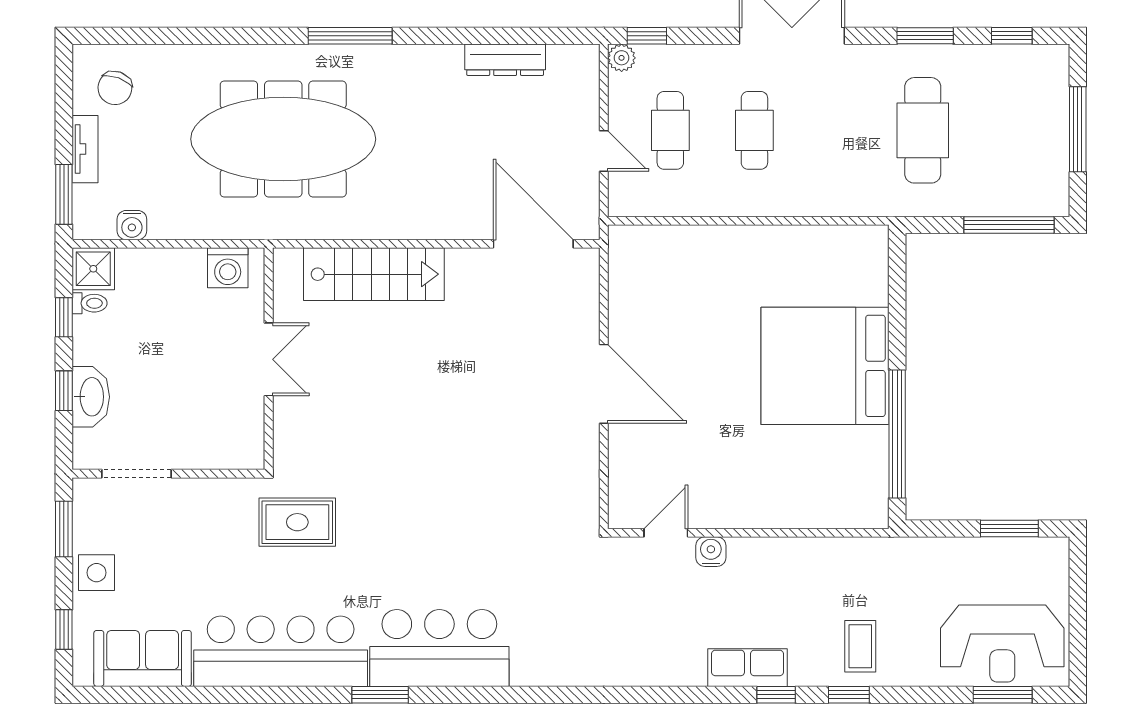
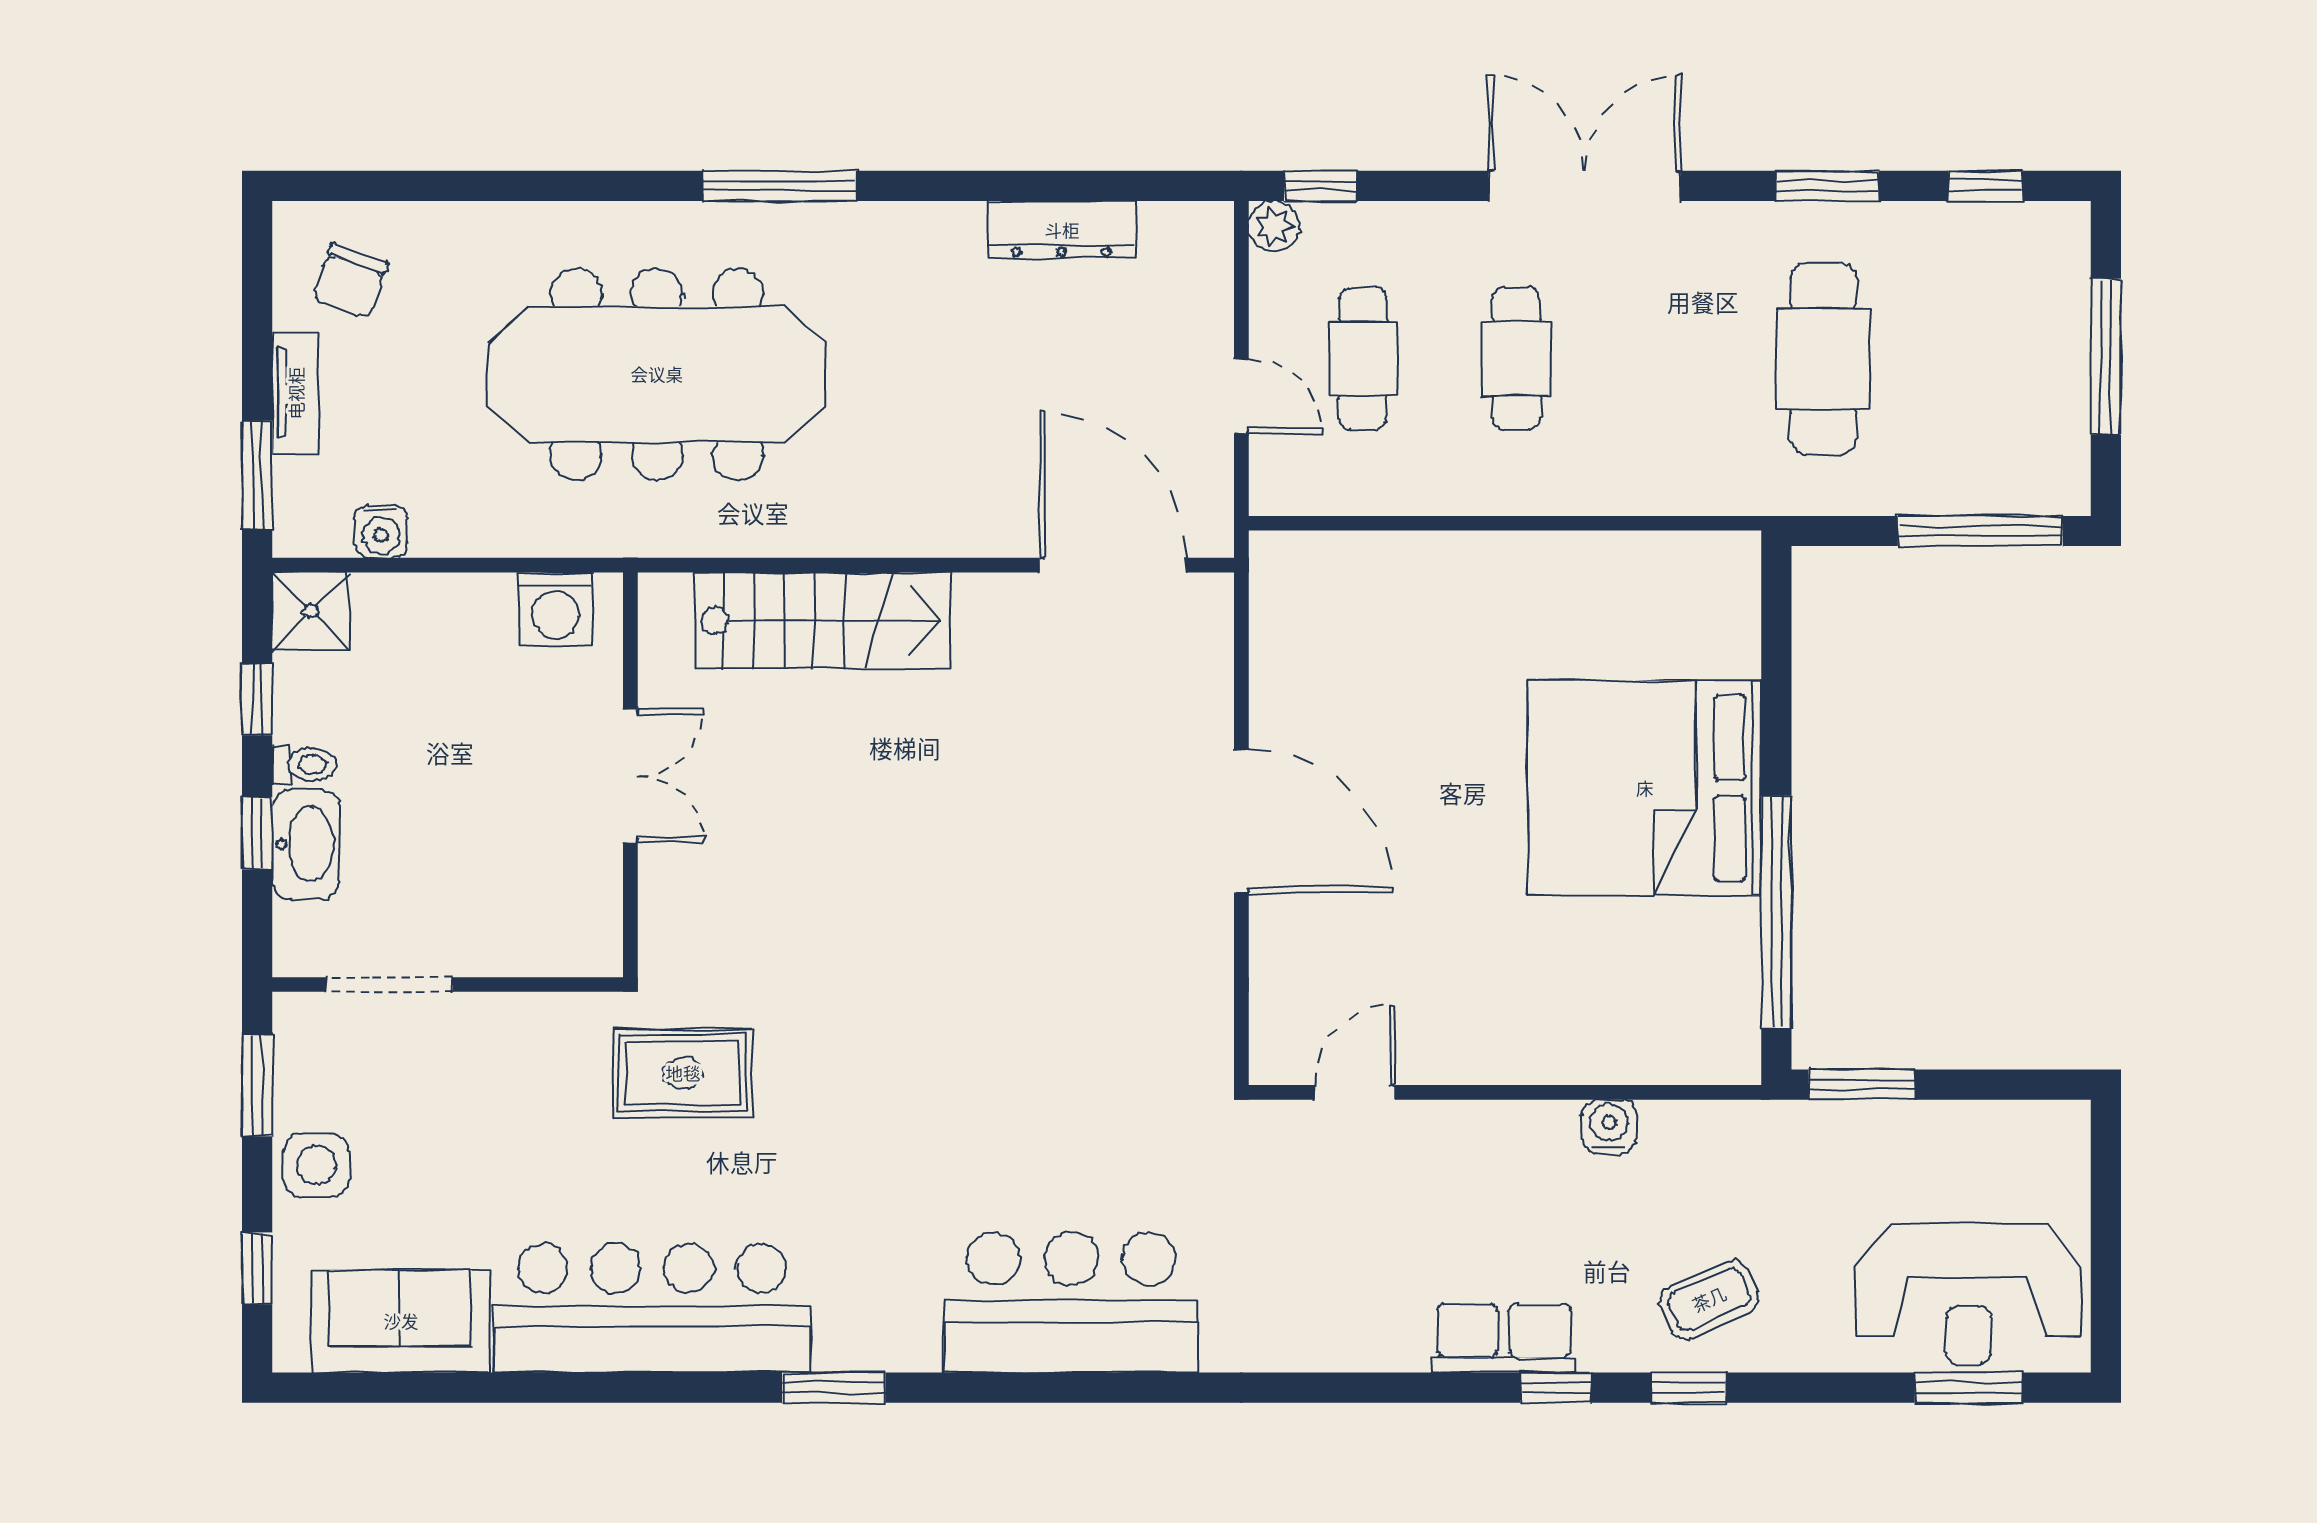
toilet: (90, 303) -> (304, 765), moved
window: (1009, 529) -> (1862, 1085), moved
water cooler: (711, 552) -> (1609, 1127), moved
coffee table: (860, 646) -> (1709, 1299), turned 66
bar counter: (439, 648) -> (1071, 1302), moved

